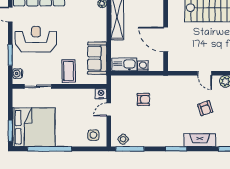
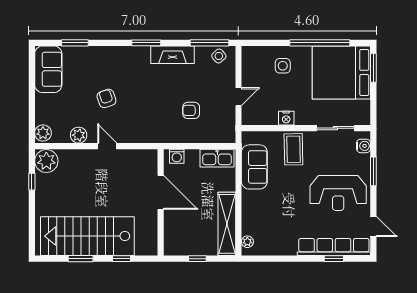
washing machine: (143, 66) -> (177, 156), moved
nightstand: (101, 94) -> (286, 118), moved
side table: (93, 135) -> (283, 66), moved
fireplace: (200, 140) -> (173, 55), moved

